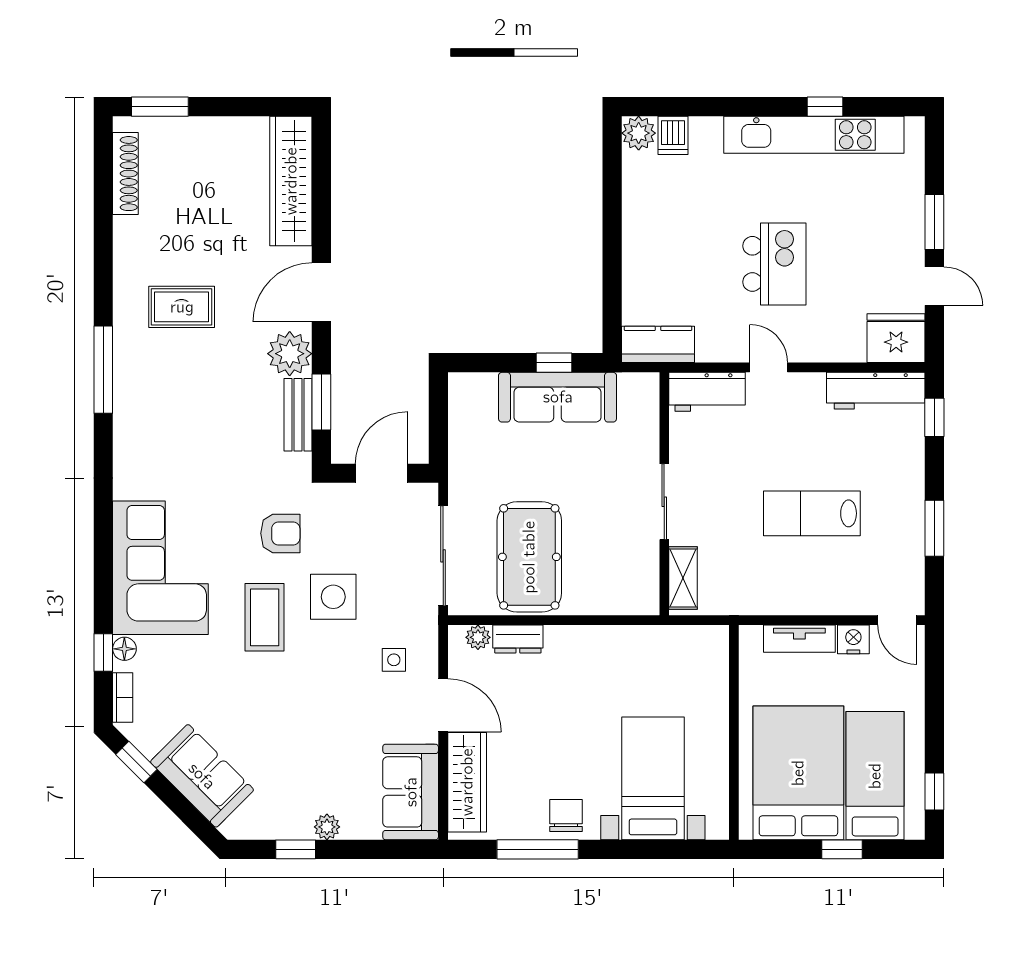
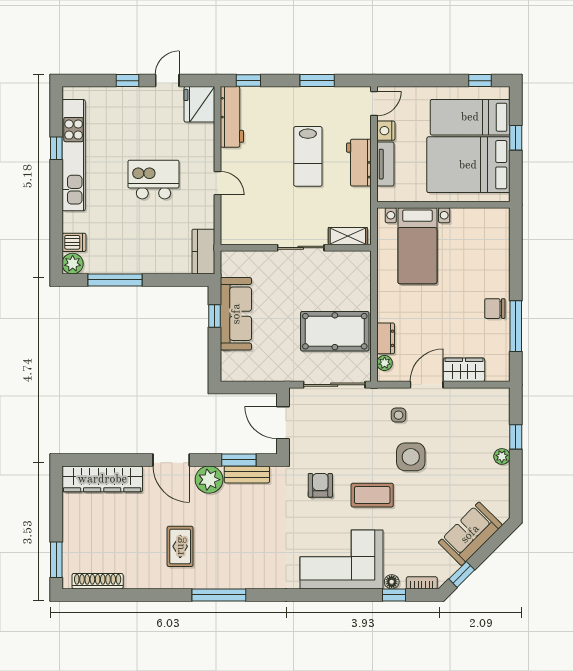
window: (612, 202) -> (115, 280), added
window: (934, 222) -> (128, 81), width x0.67
door: (769, 367) -> (218, 183), swing flipped
workbench: (707, 392) -> (359, 163), moved, turned 180
side table: (333, 597) -> (411, 457), moved
bed with nightstands: (653, 778) -> (417, 246), moved, turned -90
wardrobe: (467, 782) -> (464, 370), width x0.67
sofa: (411, 792) -> (480, 405), removed
window: (296, 849) -> (516, 437), moved

